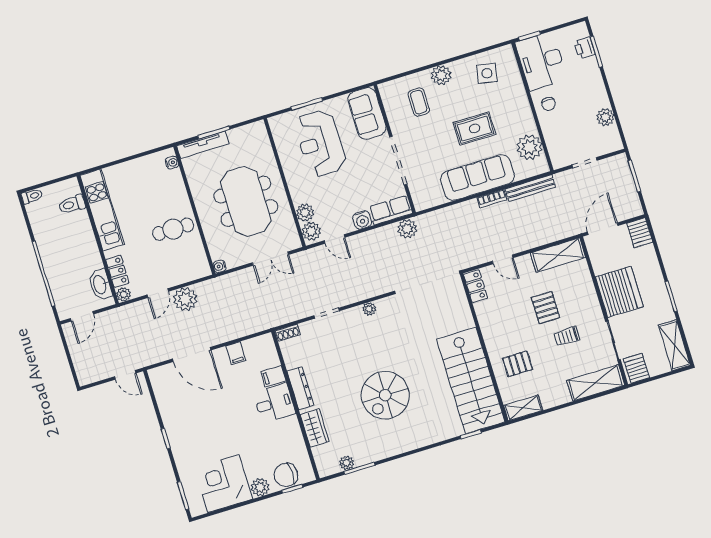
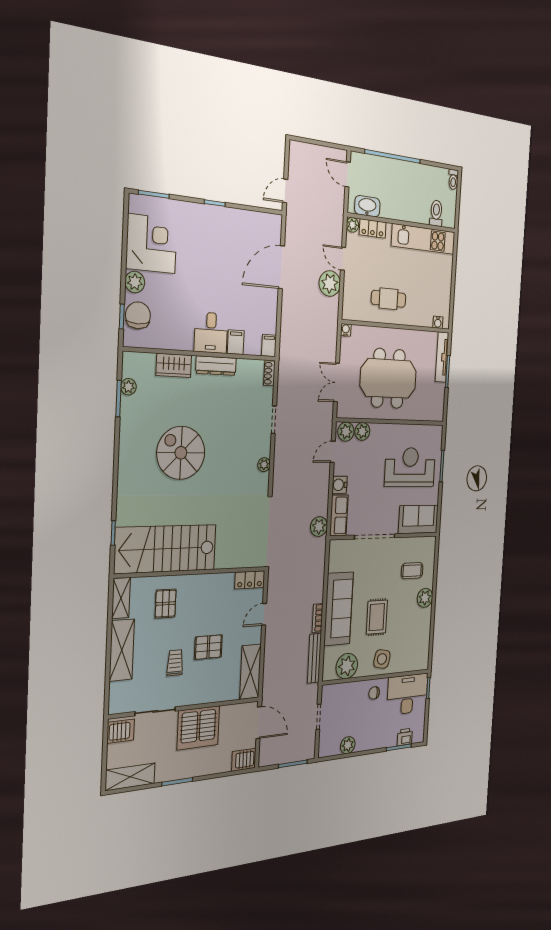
side table: (487, 73) -> (382, 659), moved
cafe table: (173, 229) -> (389, 299), turned 90
filing cabinet: (236, 353) -> (269, 345), moved, turned 90
shelving: (596, 383) -> (122, 650), moved

